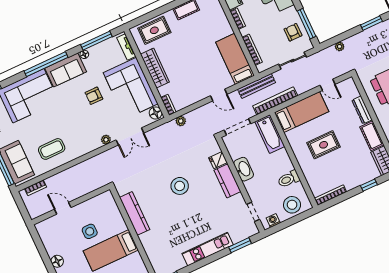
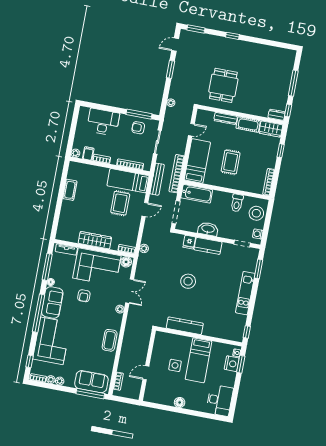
rug: (154, 30) -> (120, 203), moved
coffee table: (52, 149) -> (110, 340), moved

